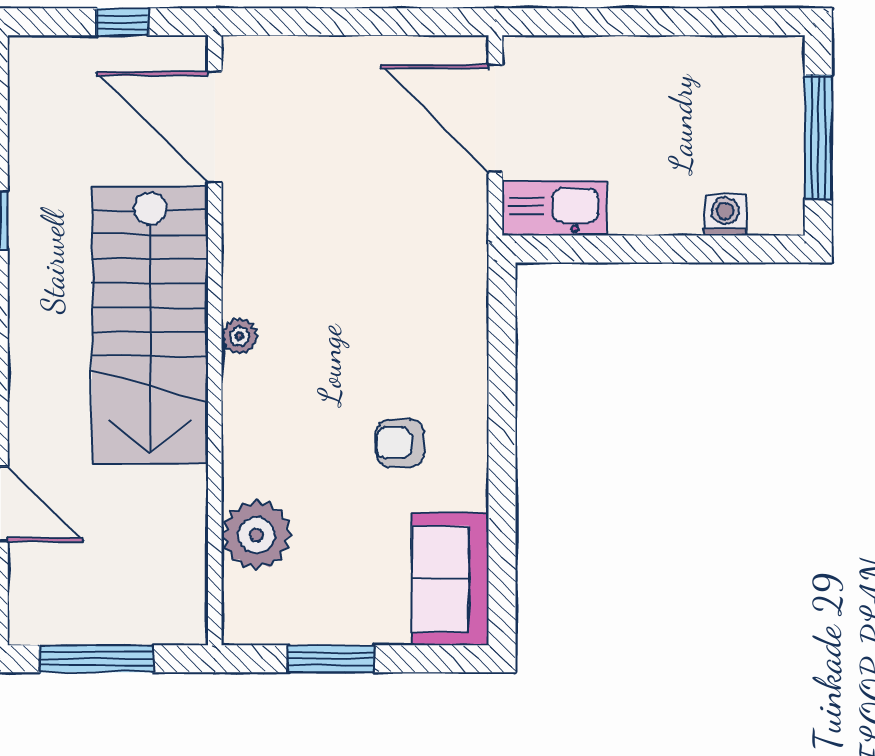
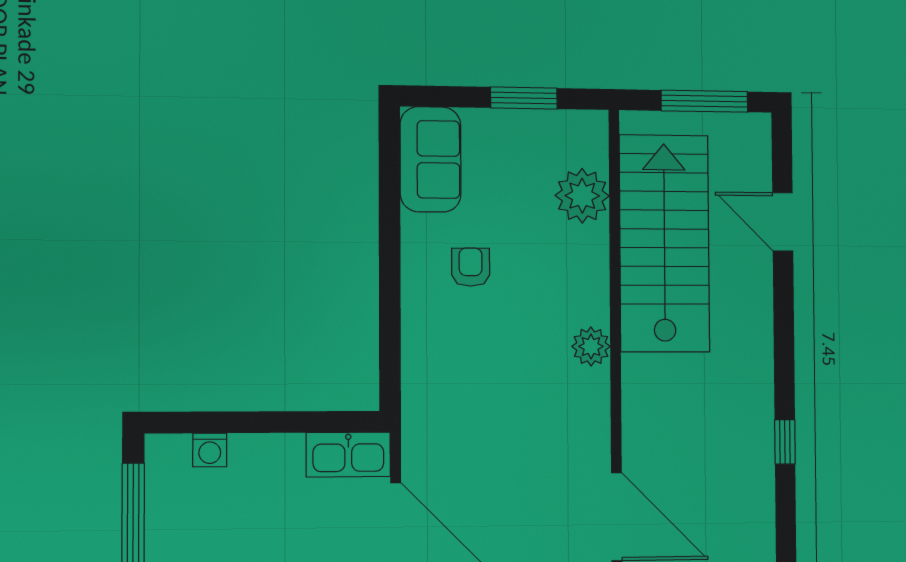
stairs: (150, 325) -> (664, 243), moved
plant: (240, 336) -> (591, 346), width x1.38, depth x1.38
armchair: (400, 443) -> (471, 267), turned -90

